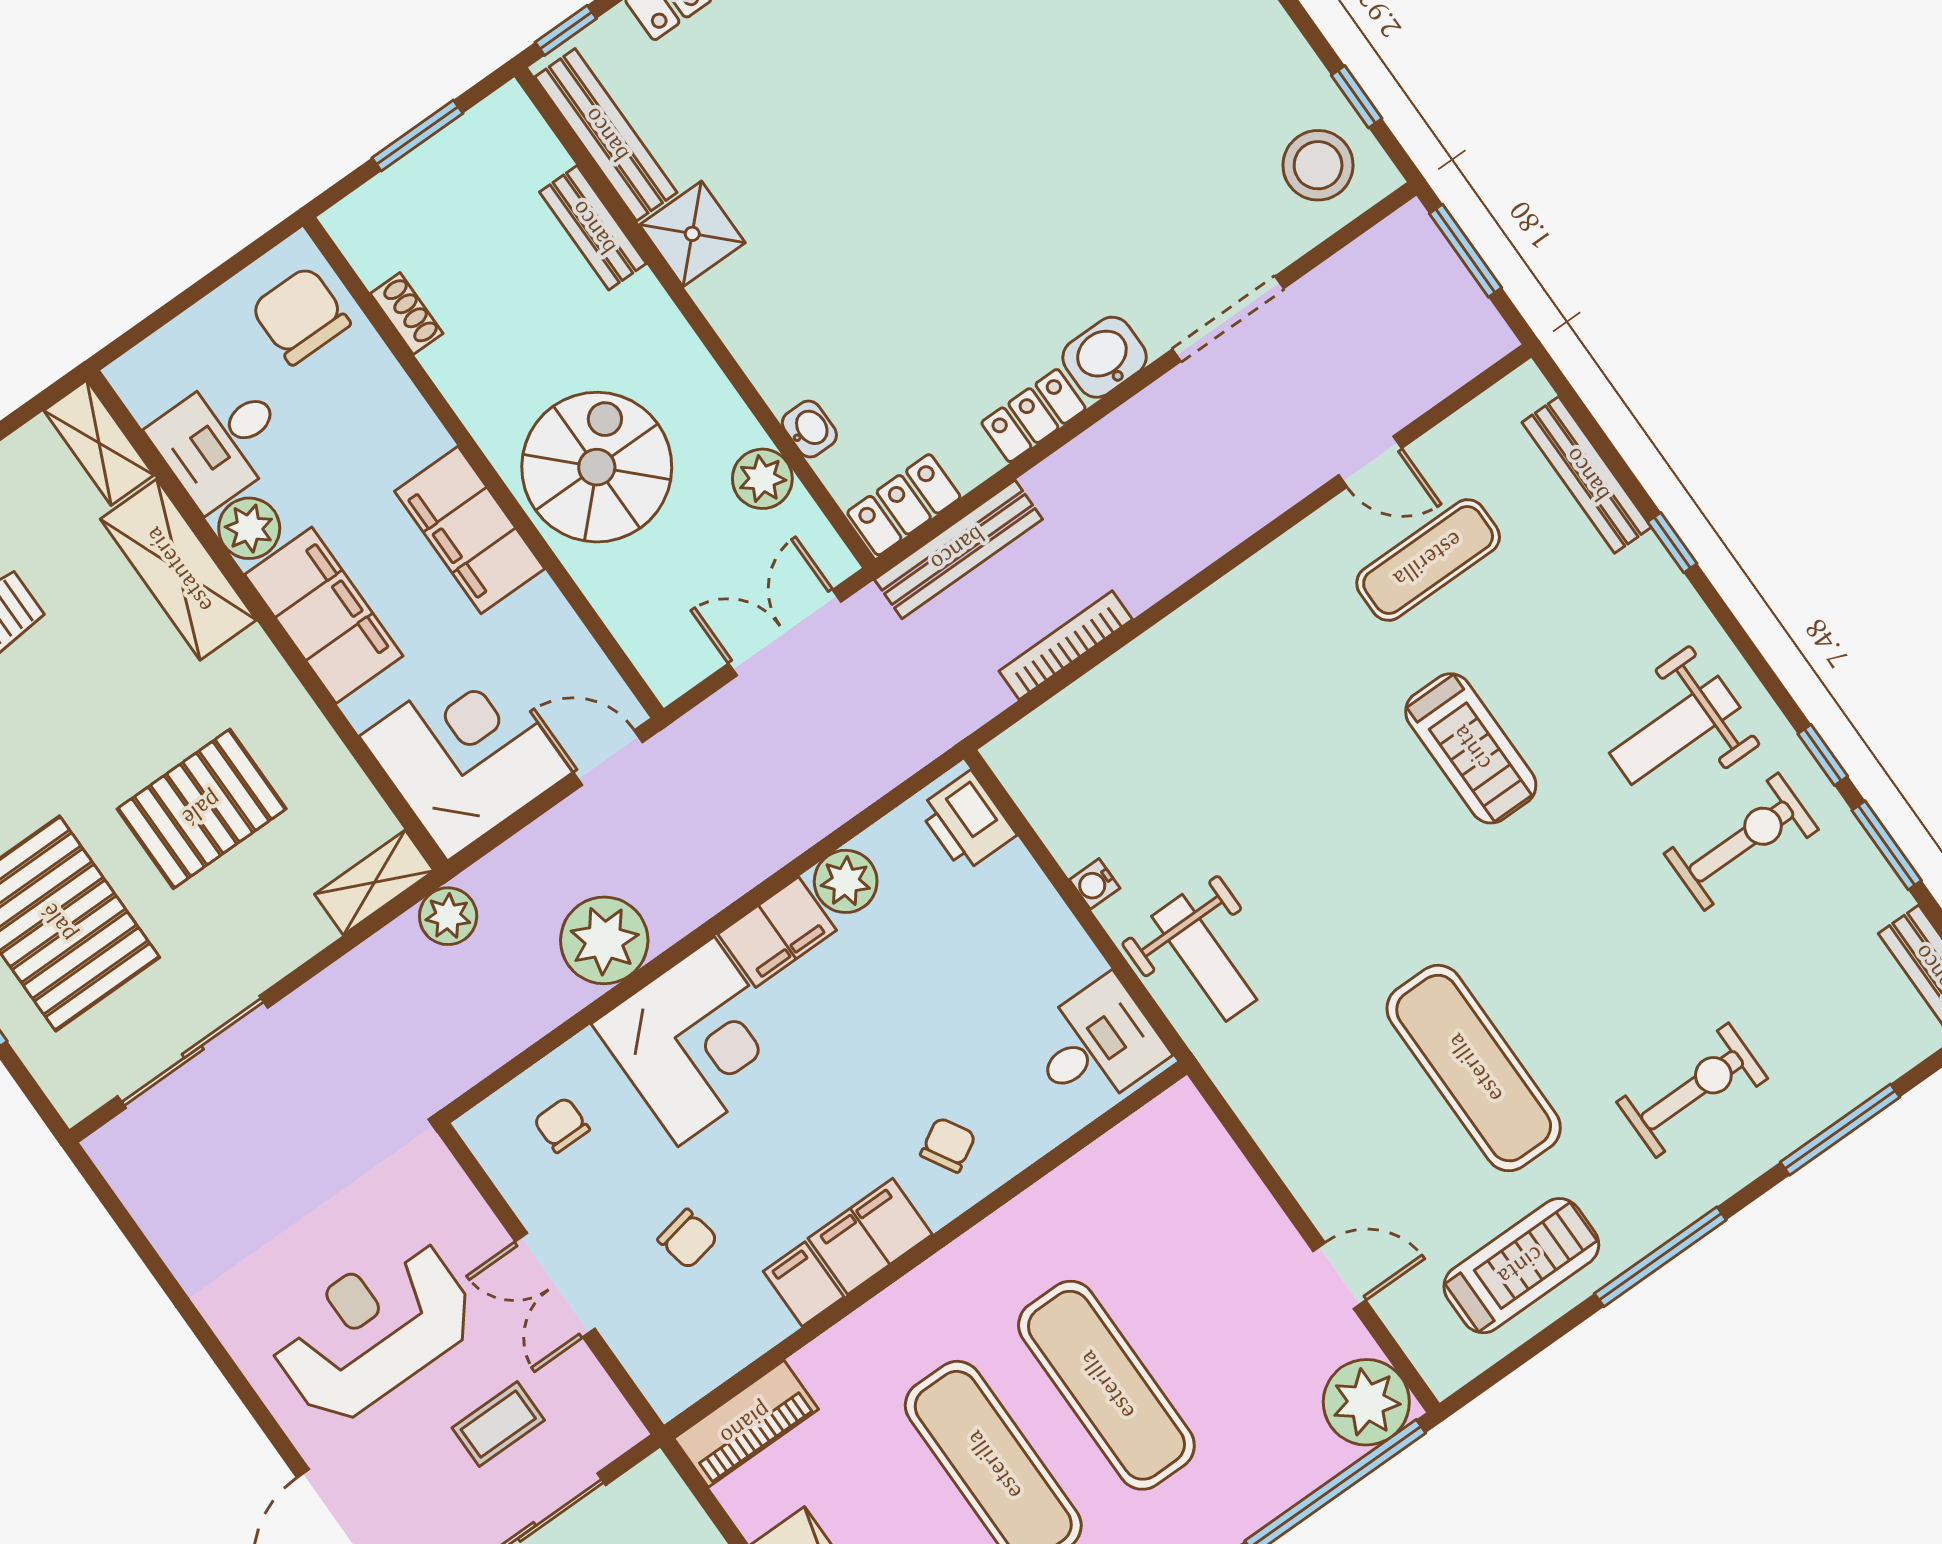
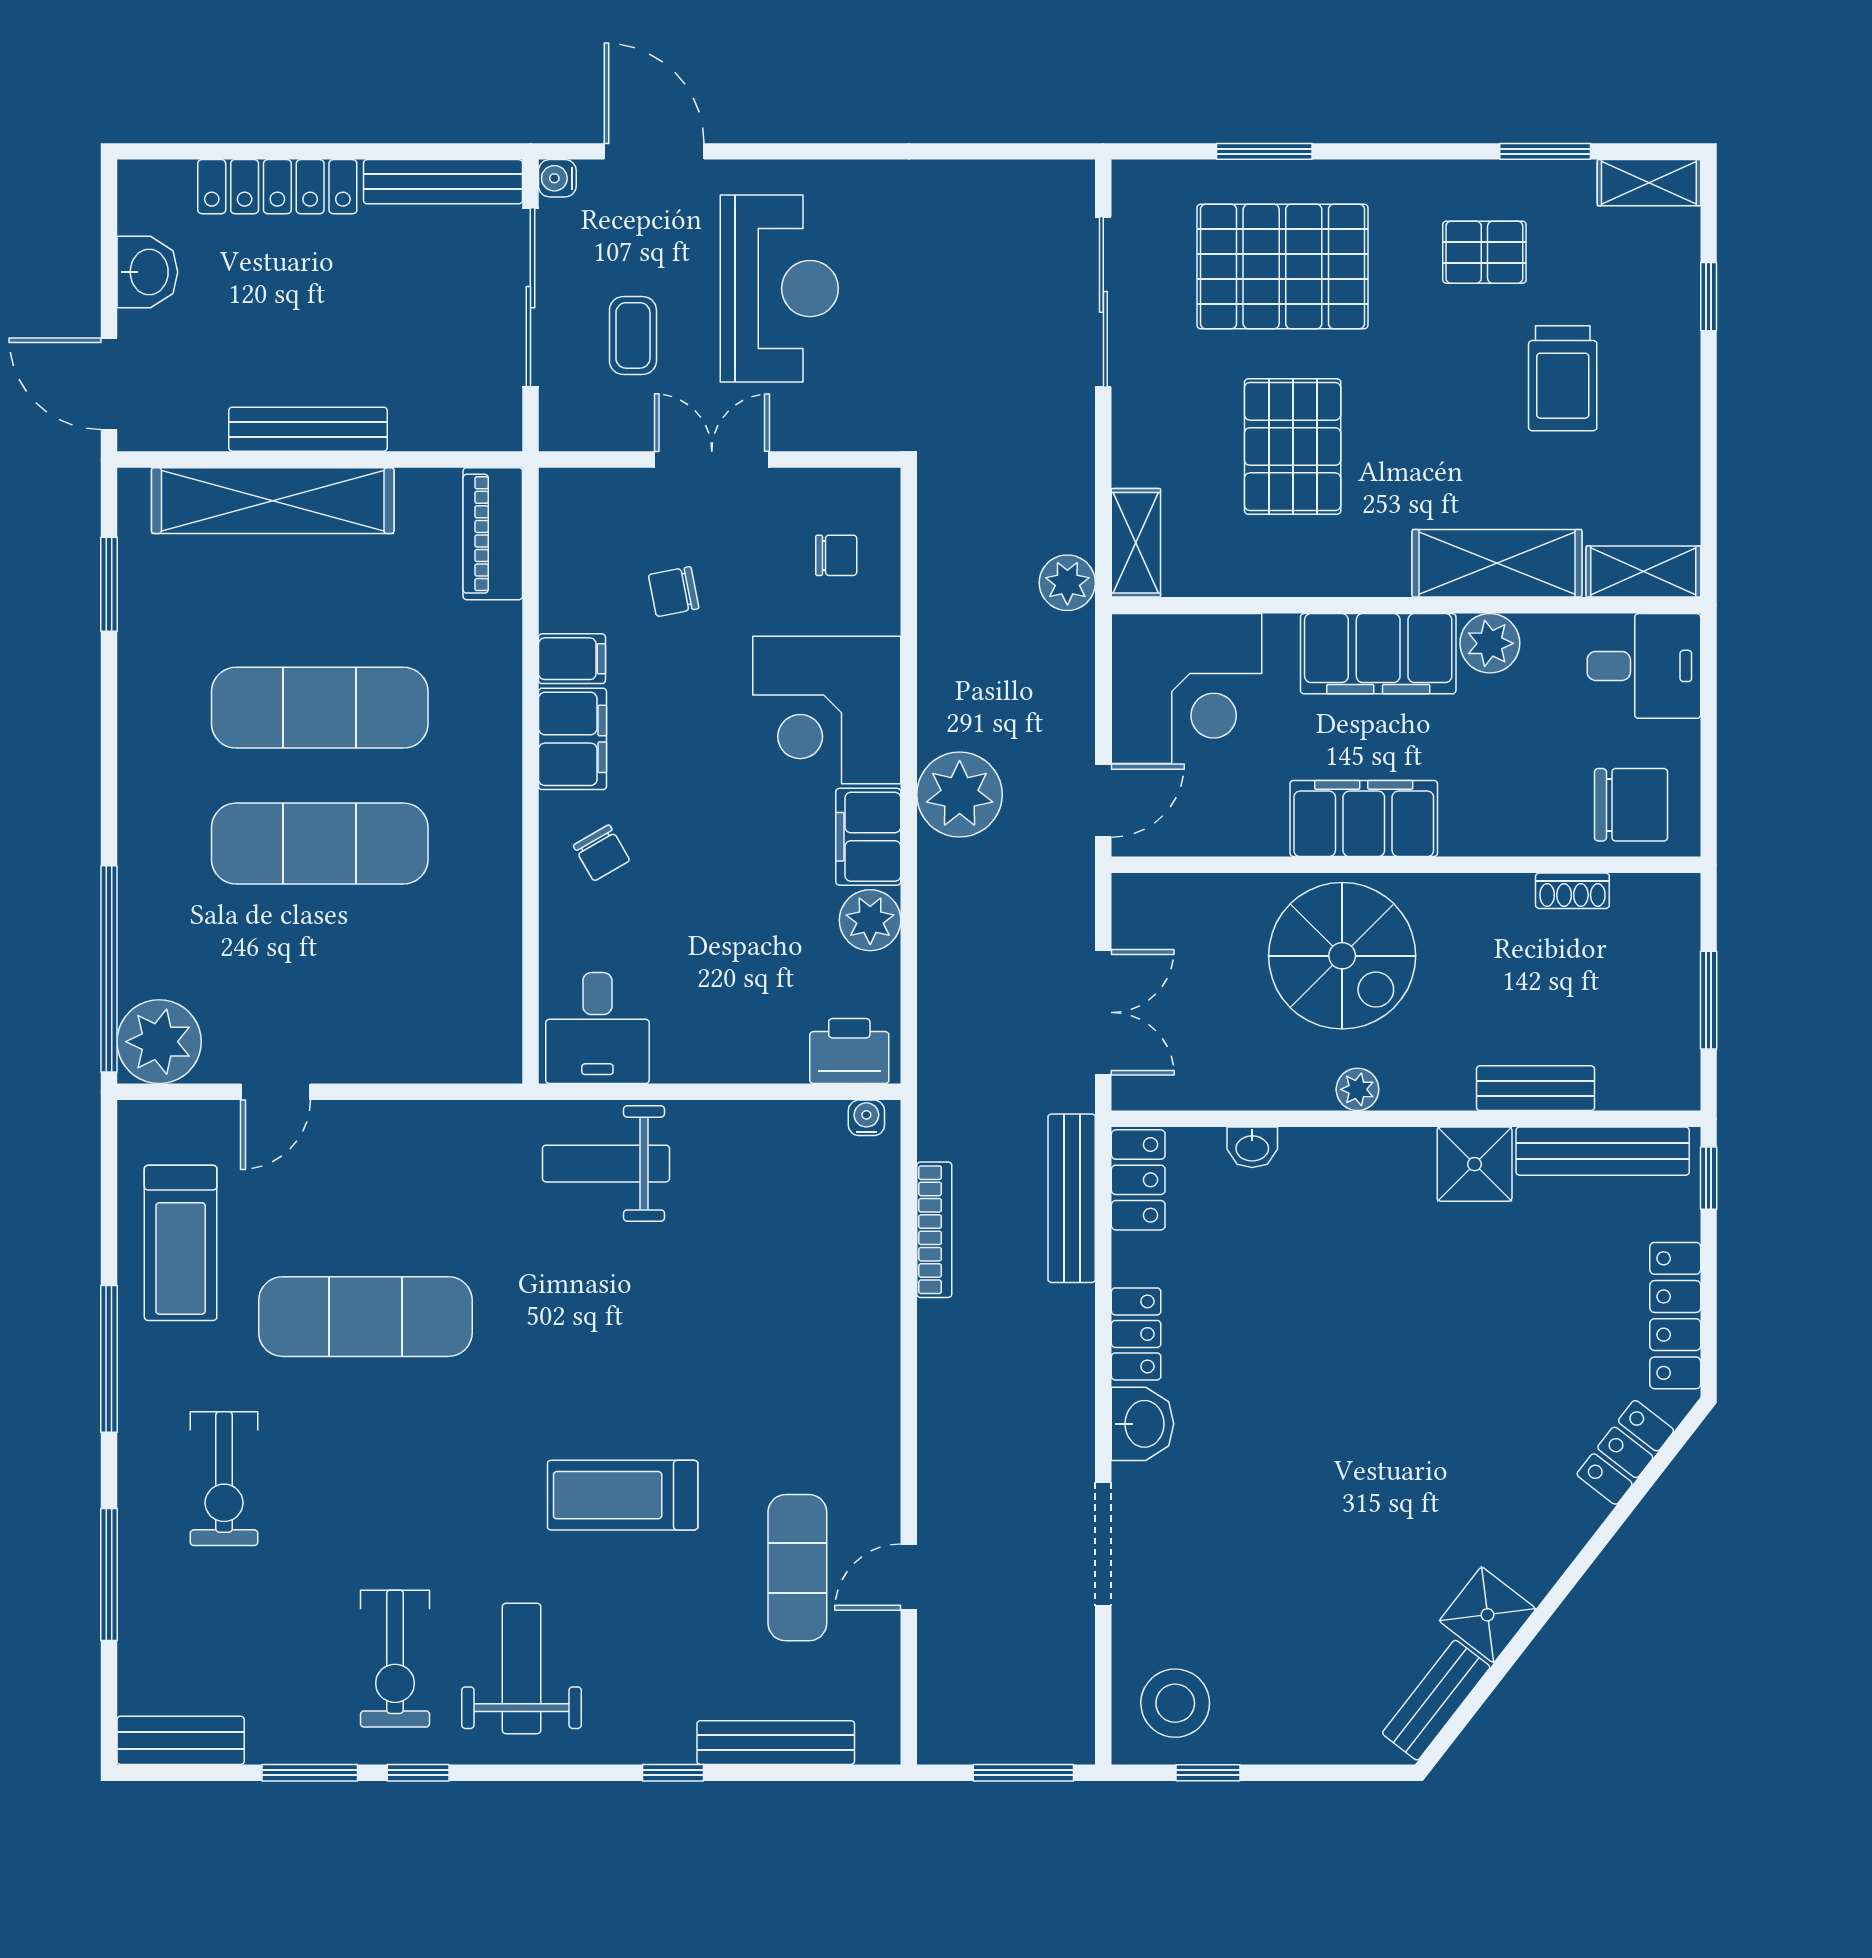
desk: (220, 440) -> (1644, 666), moved, turned 90
plant: (762, 479) -> (1357, 1089), moved, width x0.73, depth x0.73
water cooler: (1095, 884) -> (866, 1118), moved
plant: (604, 940) -> (960, 795), moved

